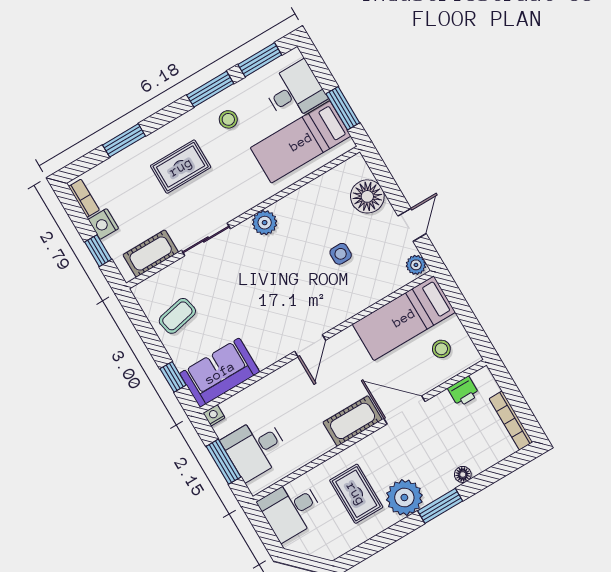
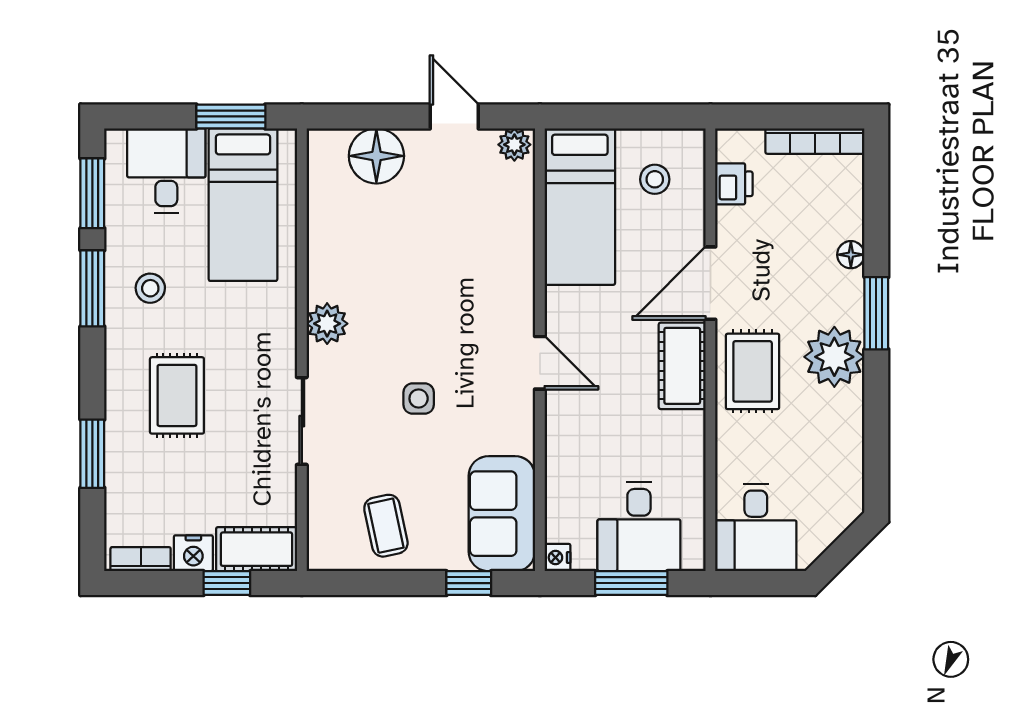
cot: (151, 253) -> (257, 549), moved, turned 90
side table: (341, 254) -> (419, 399), moved
rug: (356, 494) -> (753, 371), moved, turned 90

